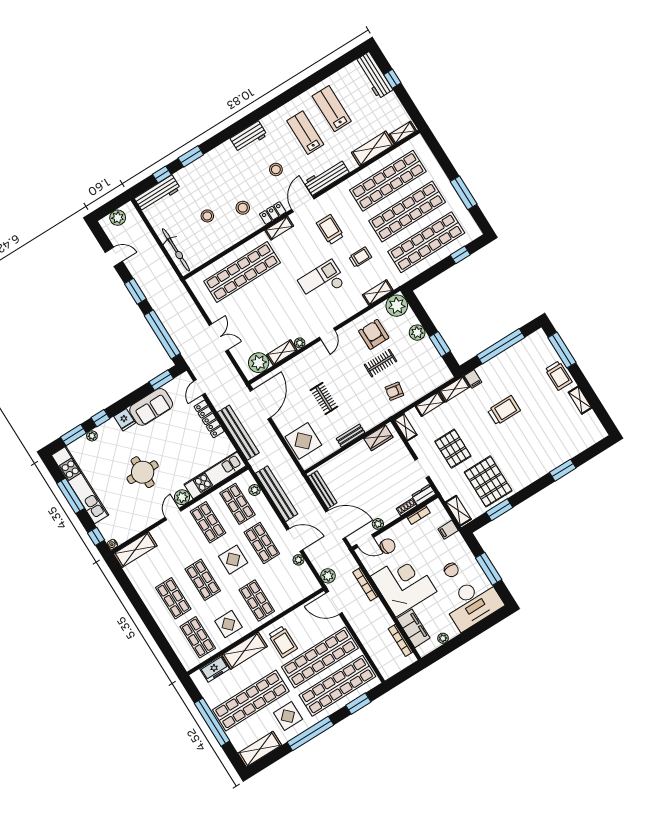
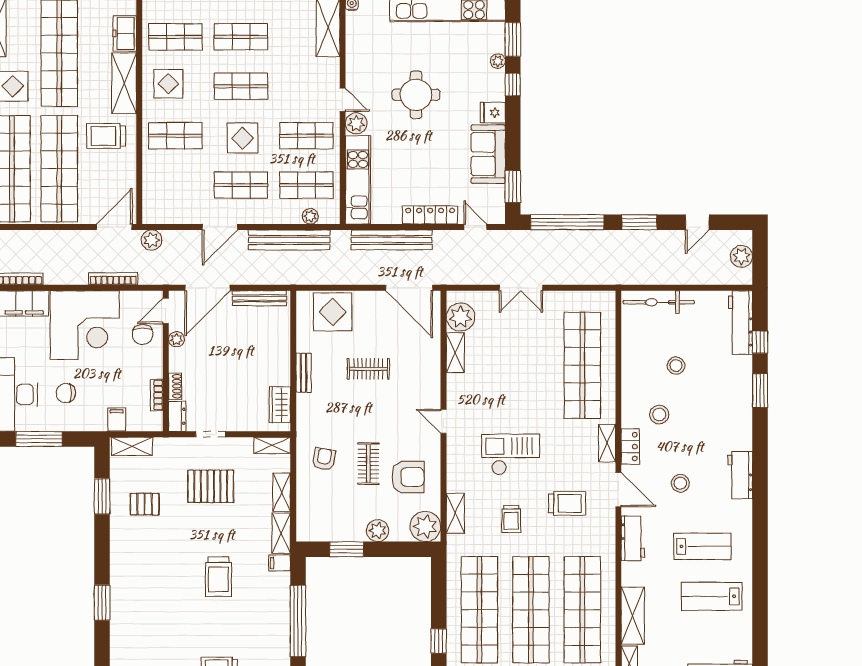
lab bench: (332, 109) -> (712, 596), turned 180
workbench: (327, 177) -> (633, 538), width x0.73
checkout: (322, 281) -> (511, 454), turned -90
plant: (300, 343) -> (453, 381), removed
pallet: (488, 481) -> (145, 504), width x0.49, depth x0.50
plant: (298, 560) -> (193, 217), removed

